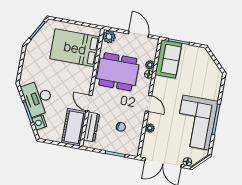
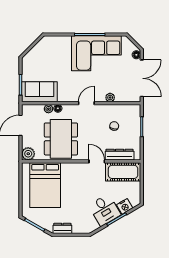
dresser: (29, 57) -> (62, 228), added
desk: (38, 98) -> (105, 210), width x0.73
door: (89, 103) -> (97, 161), swing flipped

